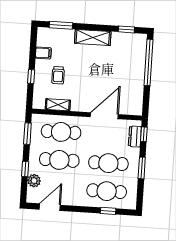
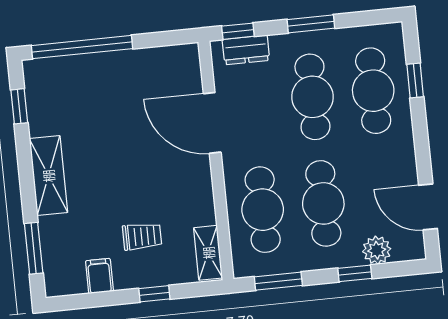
shelving: (58, 105) -> (208, 253), moved

